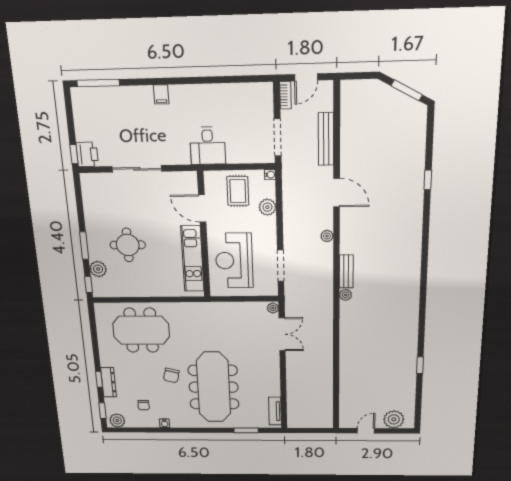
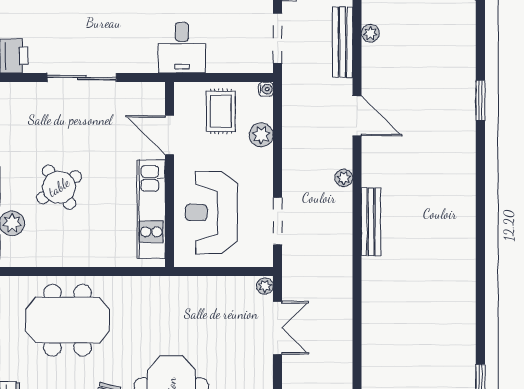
window: (428, 180) -> (480, 100), width x1.50
round table: (128, 245) -> (59, 187), turned -33
bench: (346, 271) -> (371, 222), width x1.36
plant: (346, 295) -> (370, 33), moved

